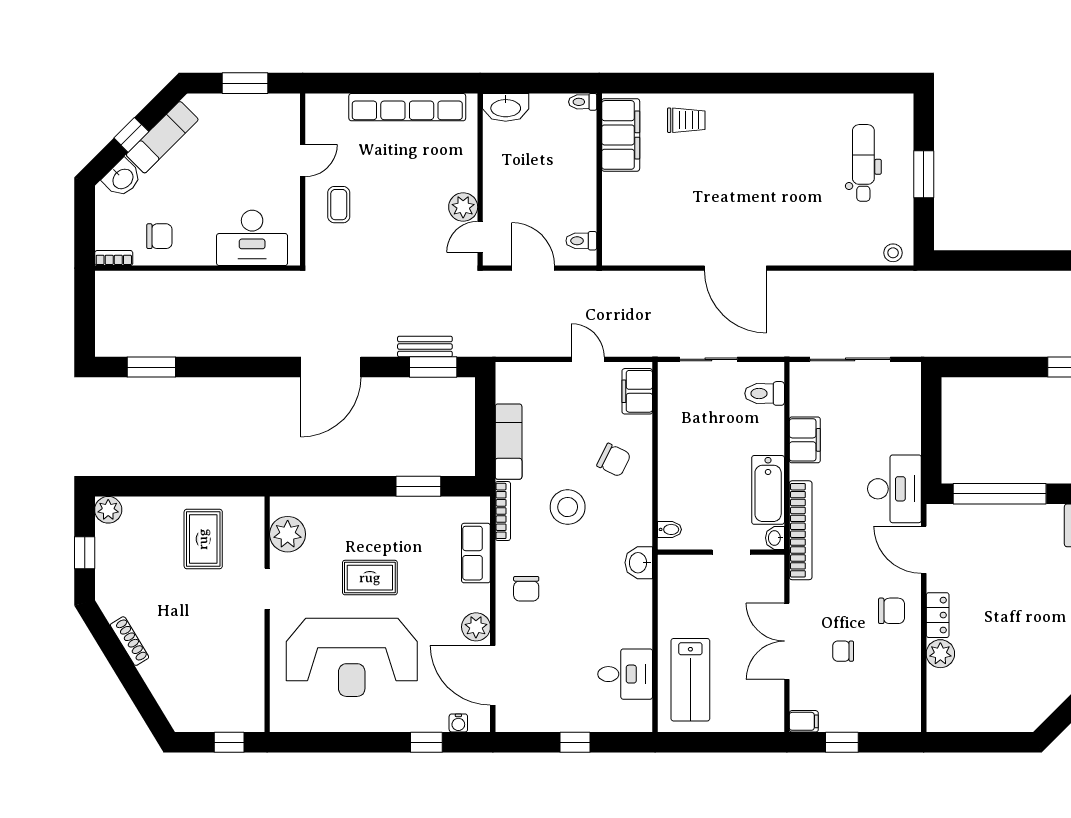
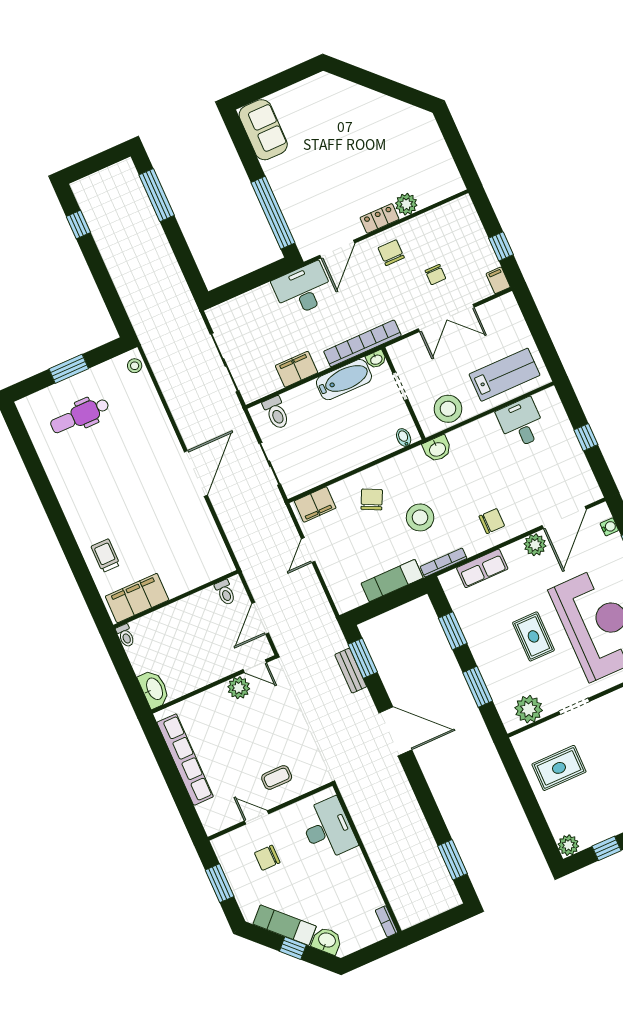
chair: (159, 236) -> (267, 858), moved, turned -90
window: (340, 486) -> (478, 687), added
stool: (680, 596) -> (448, 409), added

